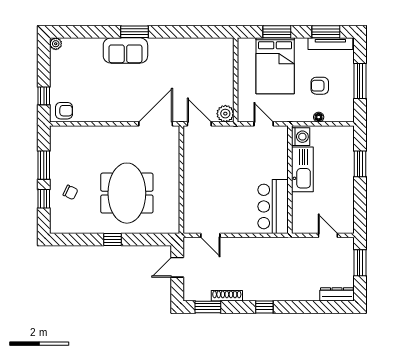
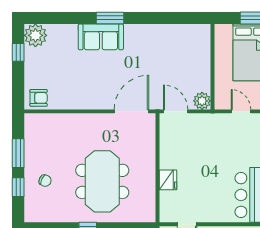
plant: (56, 44) -> (35, 35), width x1.87, depth x1.87
window: (44, 96) -> (18, 52), moved
fridge: (192, 192) -> (168, 180), added

